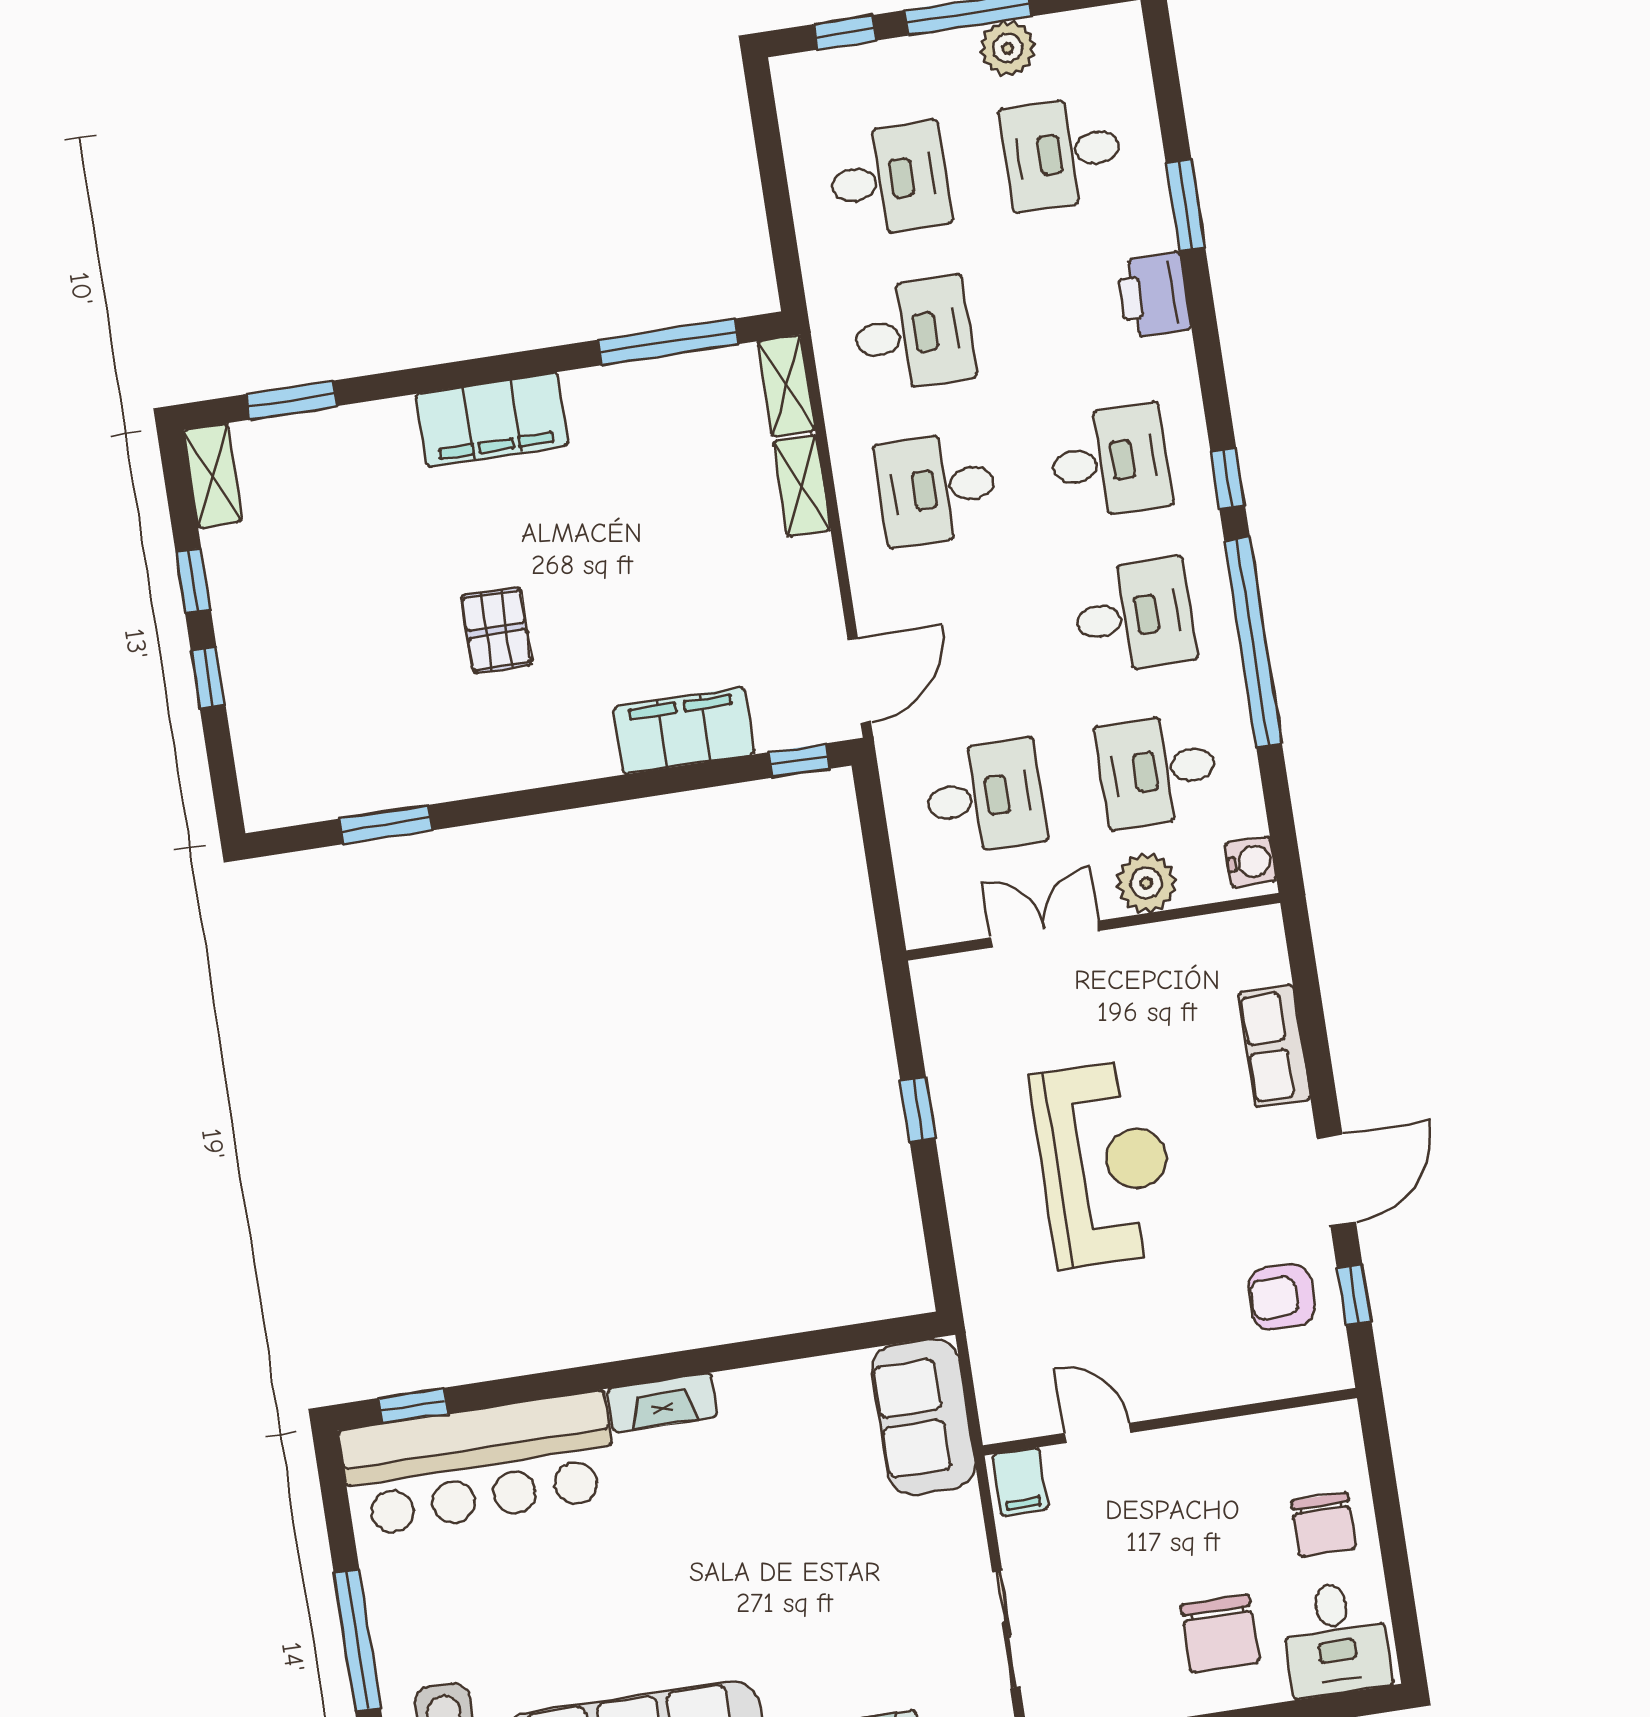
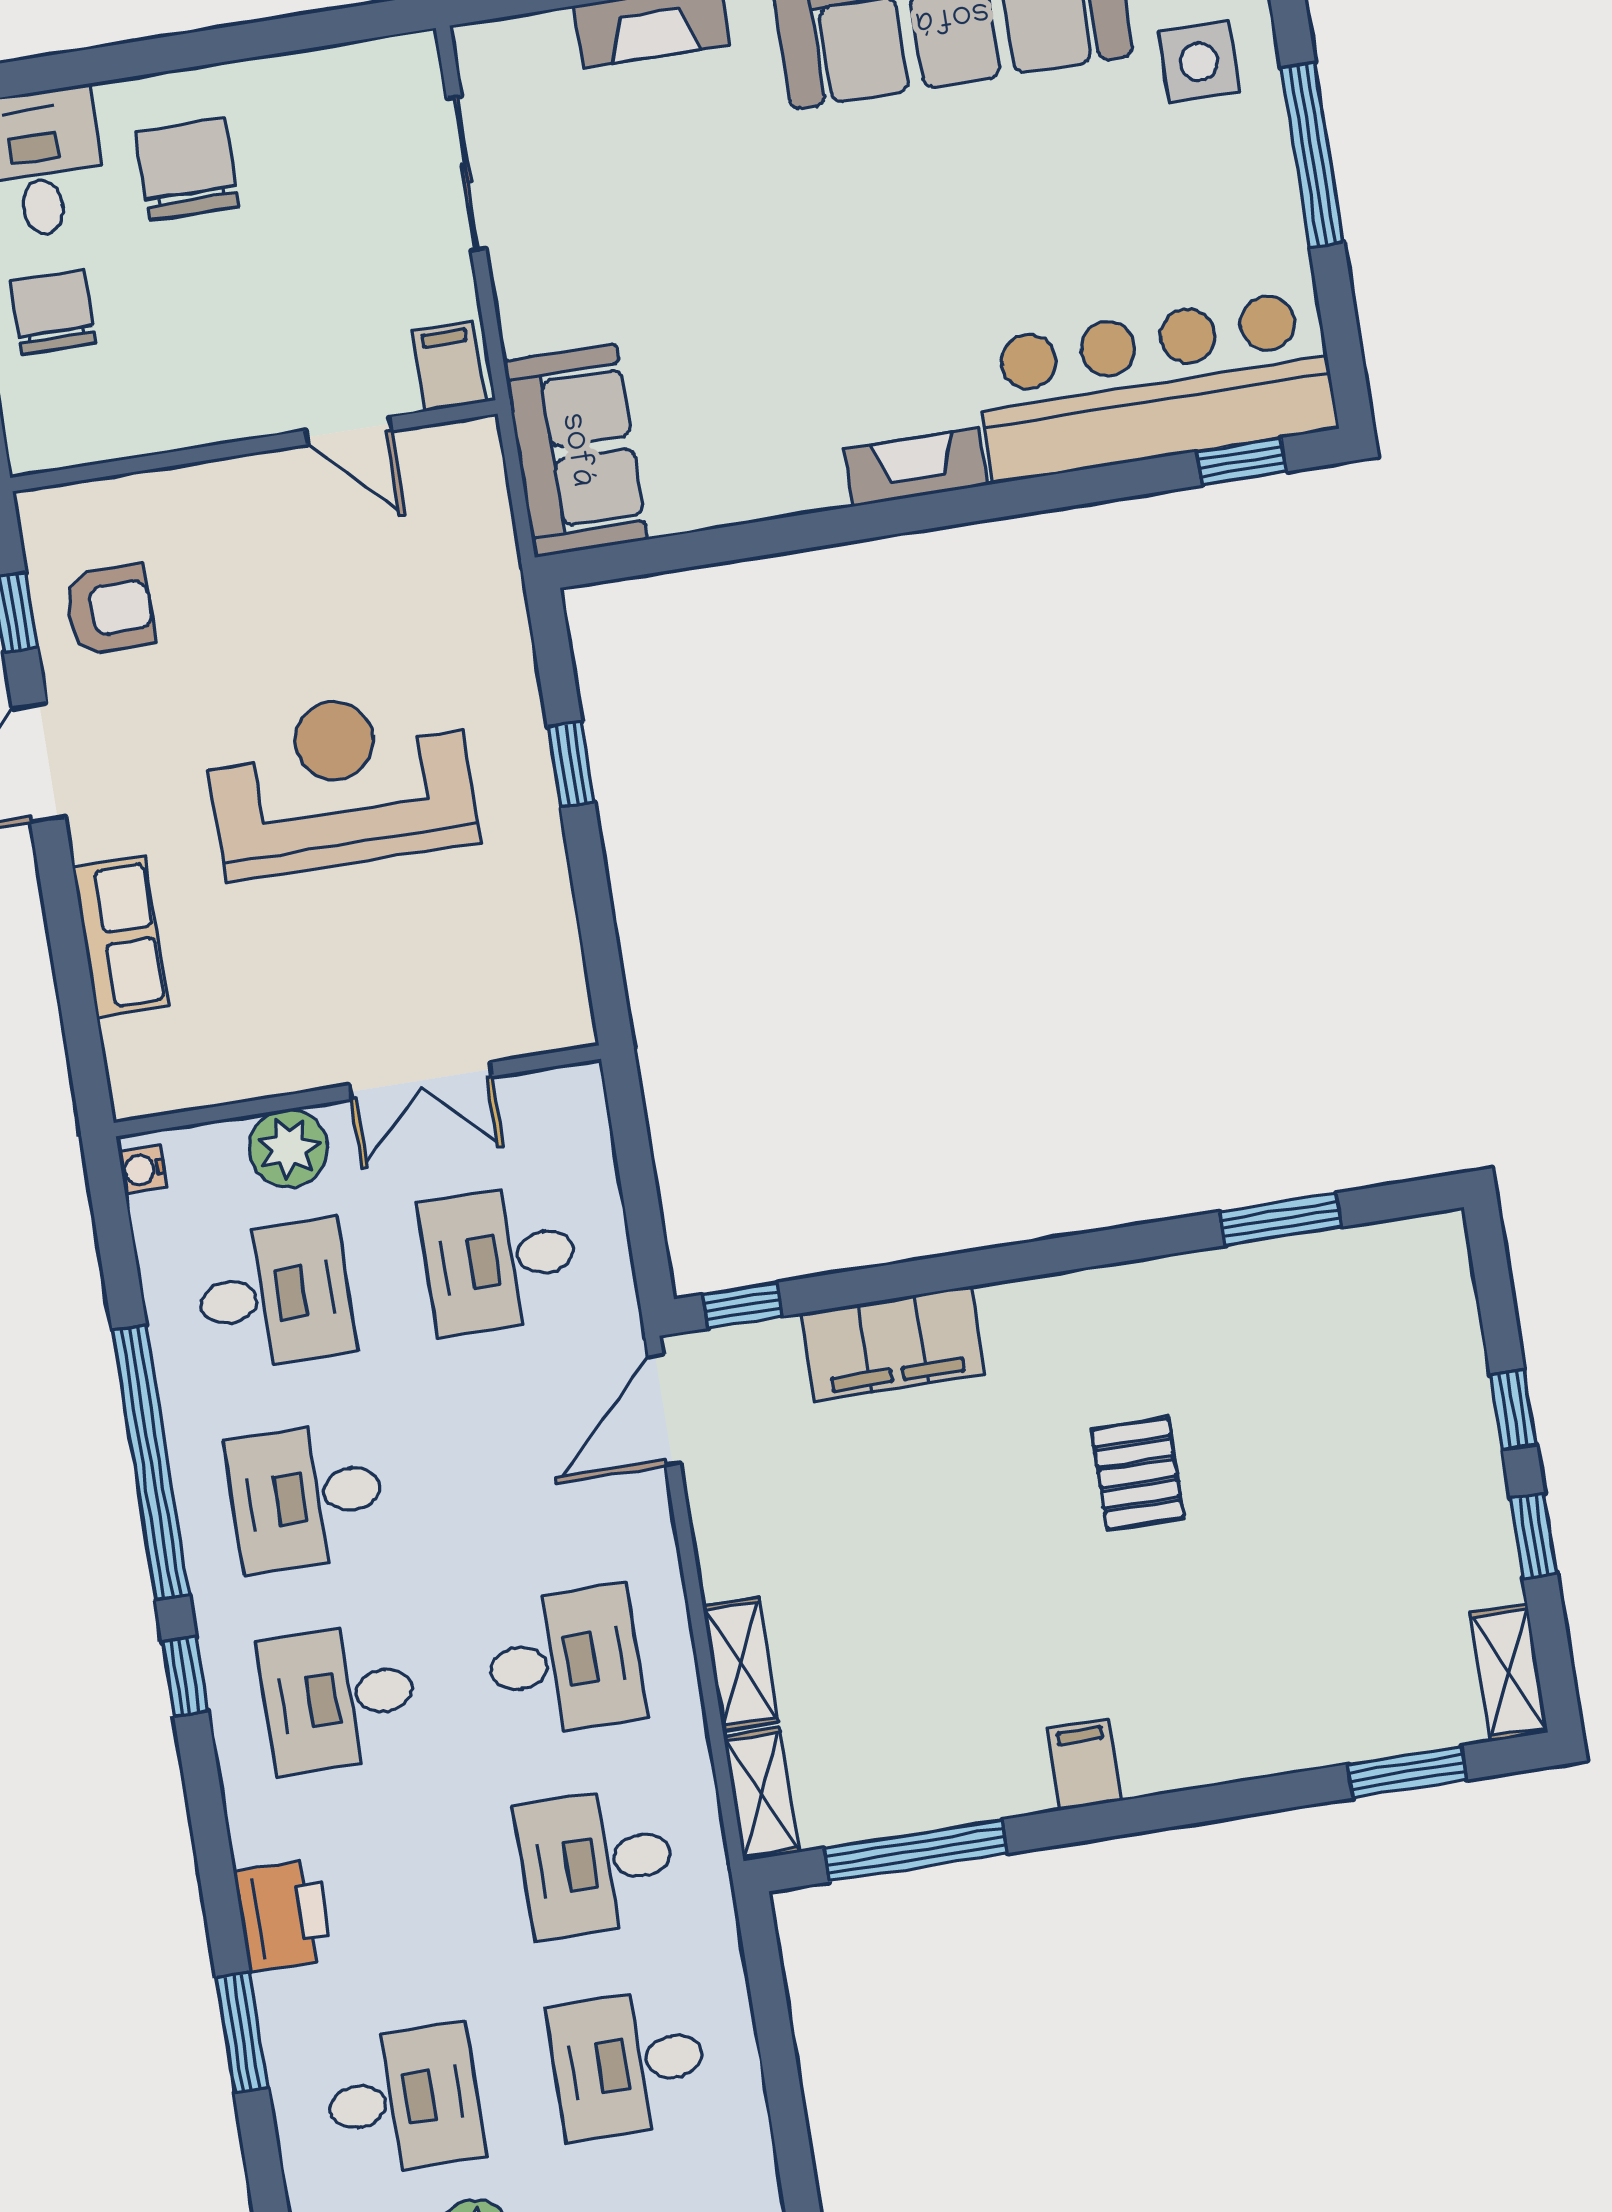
filing cabinet: (492, 420) -> (1084, 1765), width x0.33, depth x0.86
water cooler: (1251, 862) -> (143, 1170), width x0.72, depth x0.72
window: (918, 1110) -> (571, 764), moved
reception desk: (1105, 1163) -> (341, 782), turned 90

